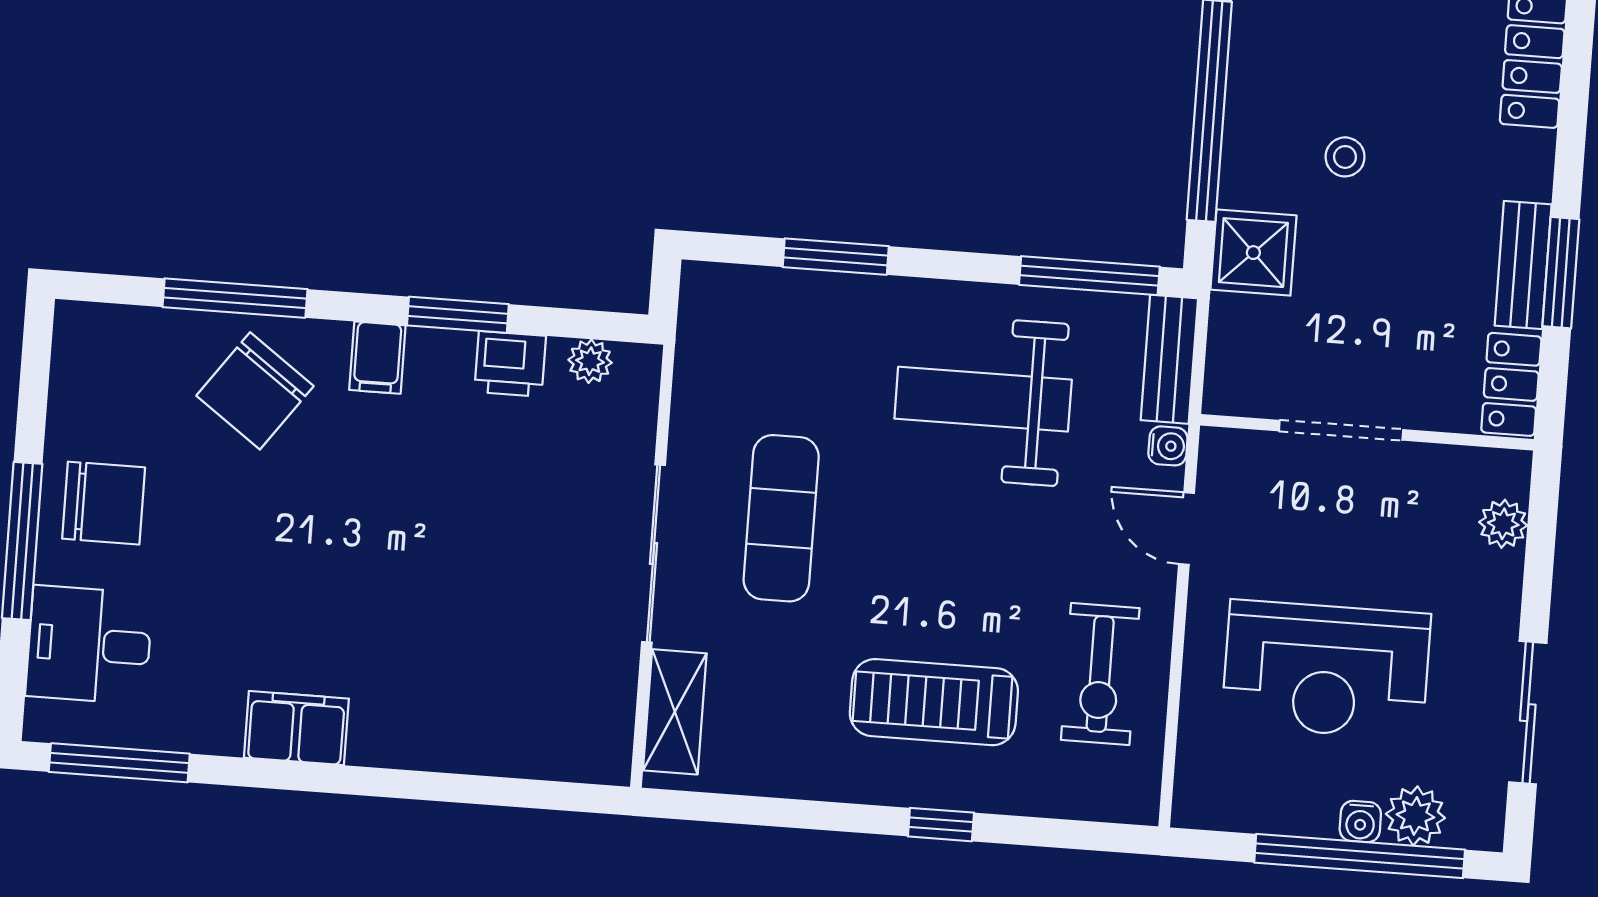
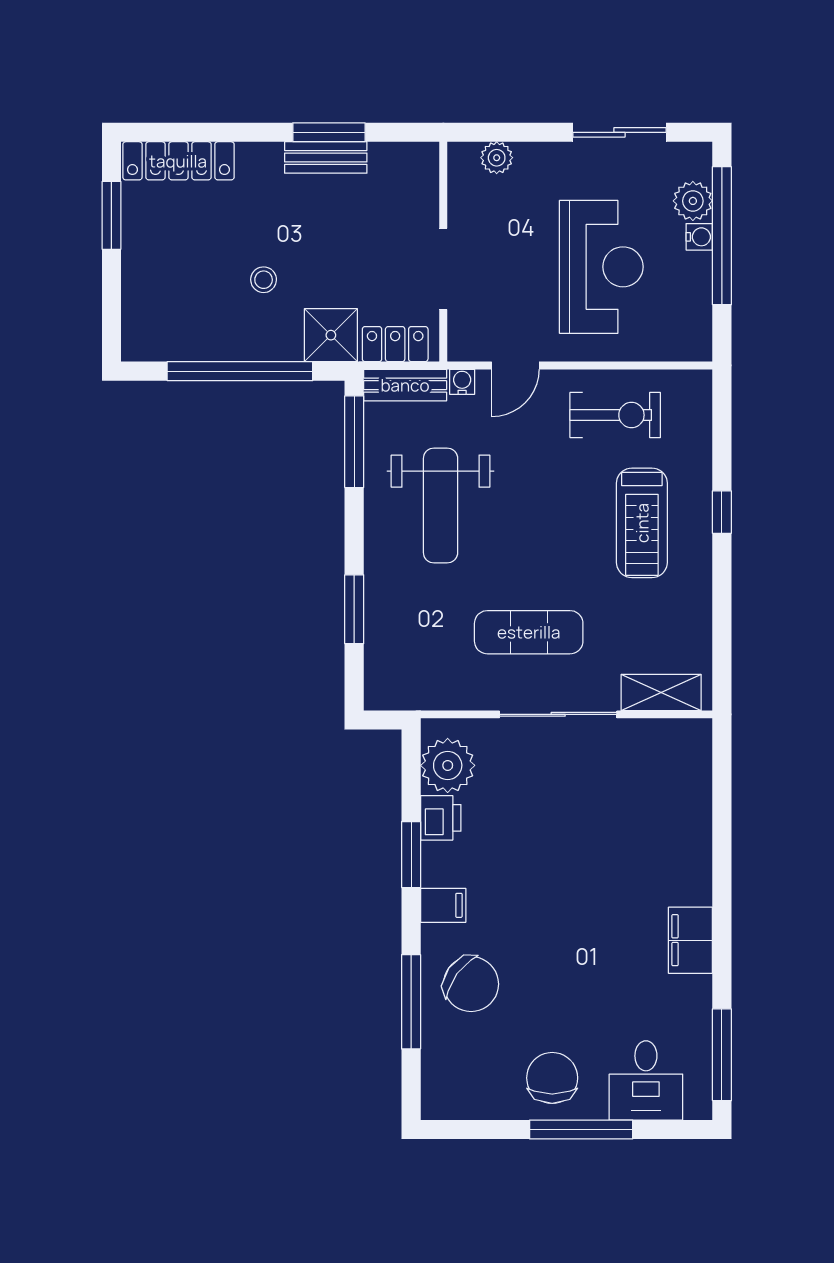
plant: (590, 361) -> (448, 765), width x1.87, depth x1.87
locker: (1511, 384) -> (395, 344), moved, turned 180

